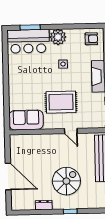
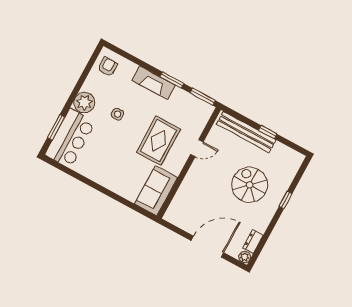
dresser: (44, 205) -> (253, 242), moved
plant: (16, 206) -> (245, 257), added

